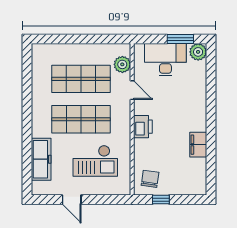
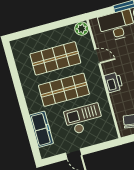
plant: (122, 64) -> (82, 29), moved
checkout: (95, 161) -> (84, 119), turned 180

